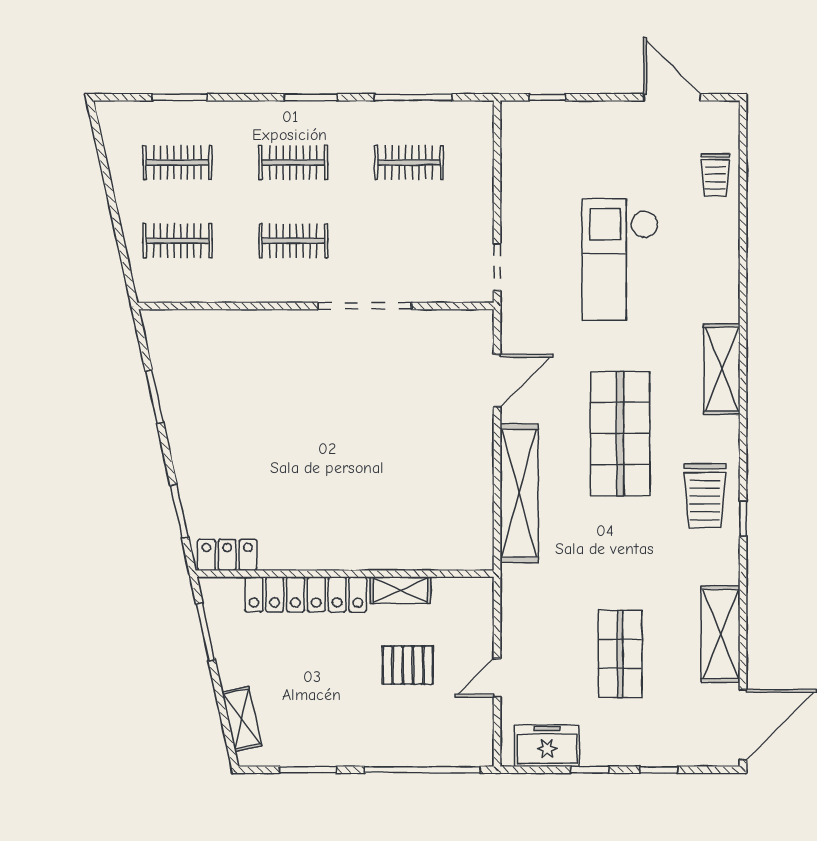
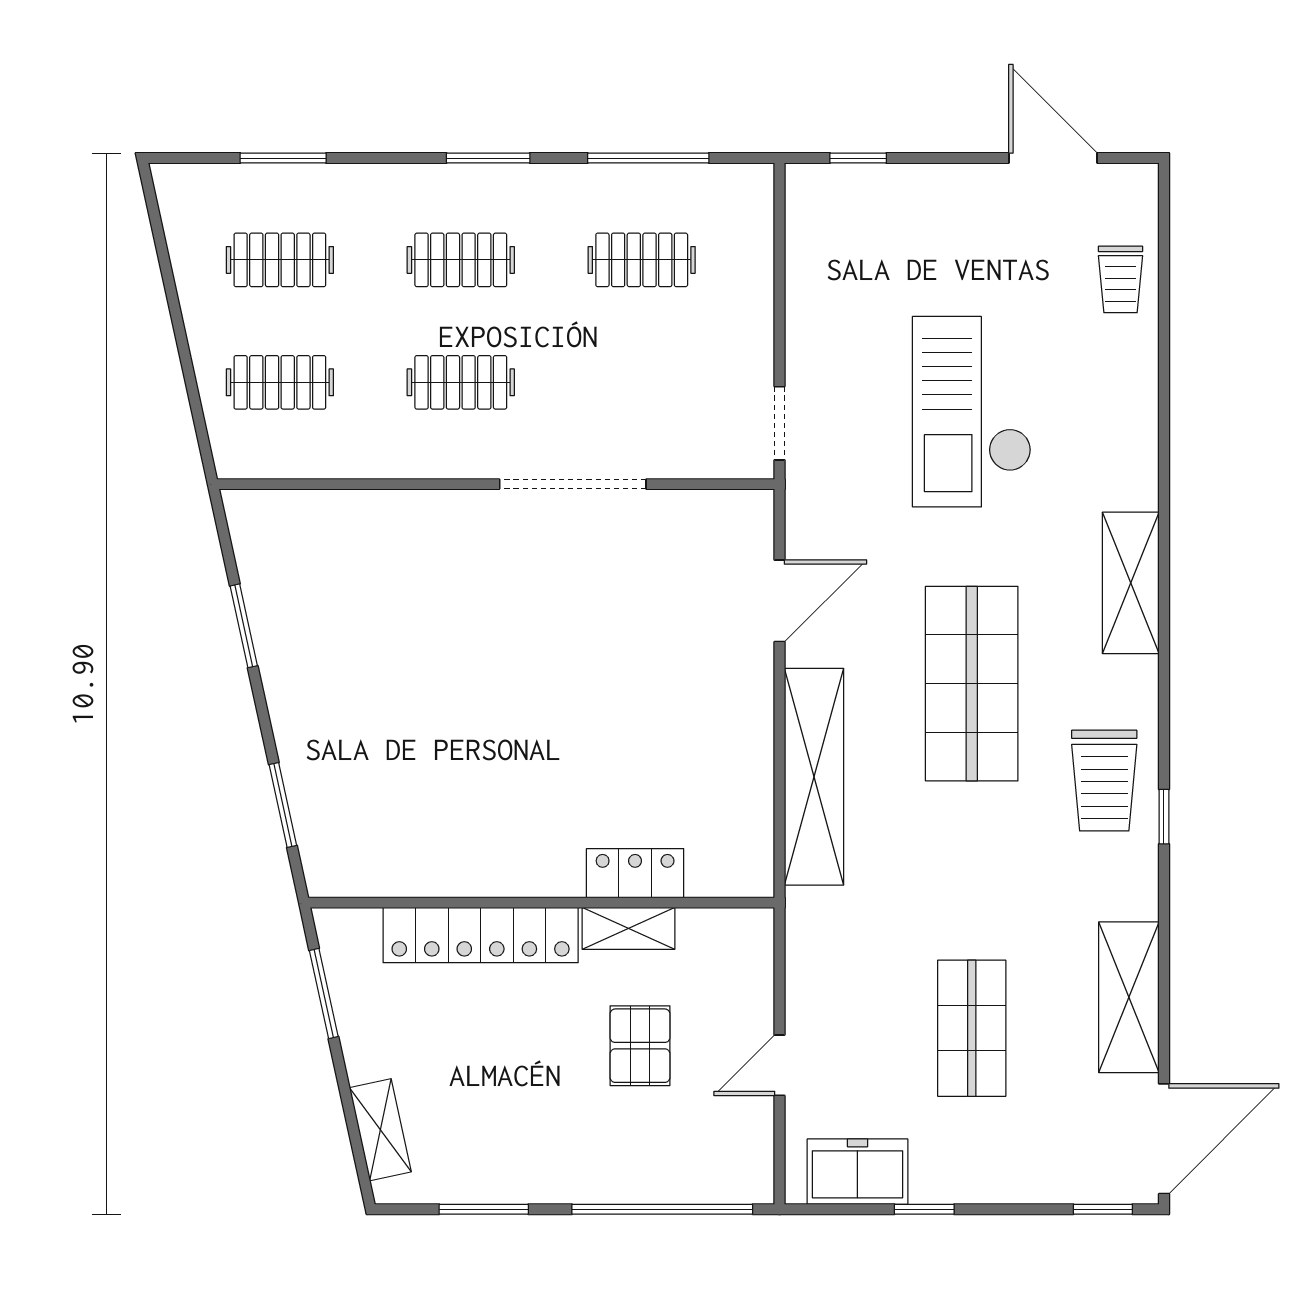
locker: (227, 555) -> (635, 873), moved
pallet: (408, 665) -> (640, 1046), turned 90
window: (659, 770) -> (1103, 1209), moved

